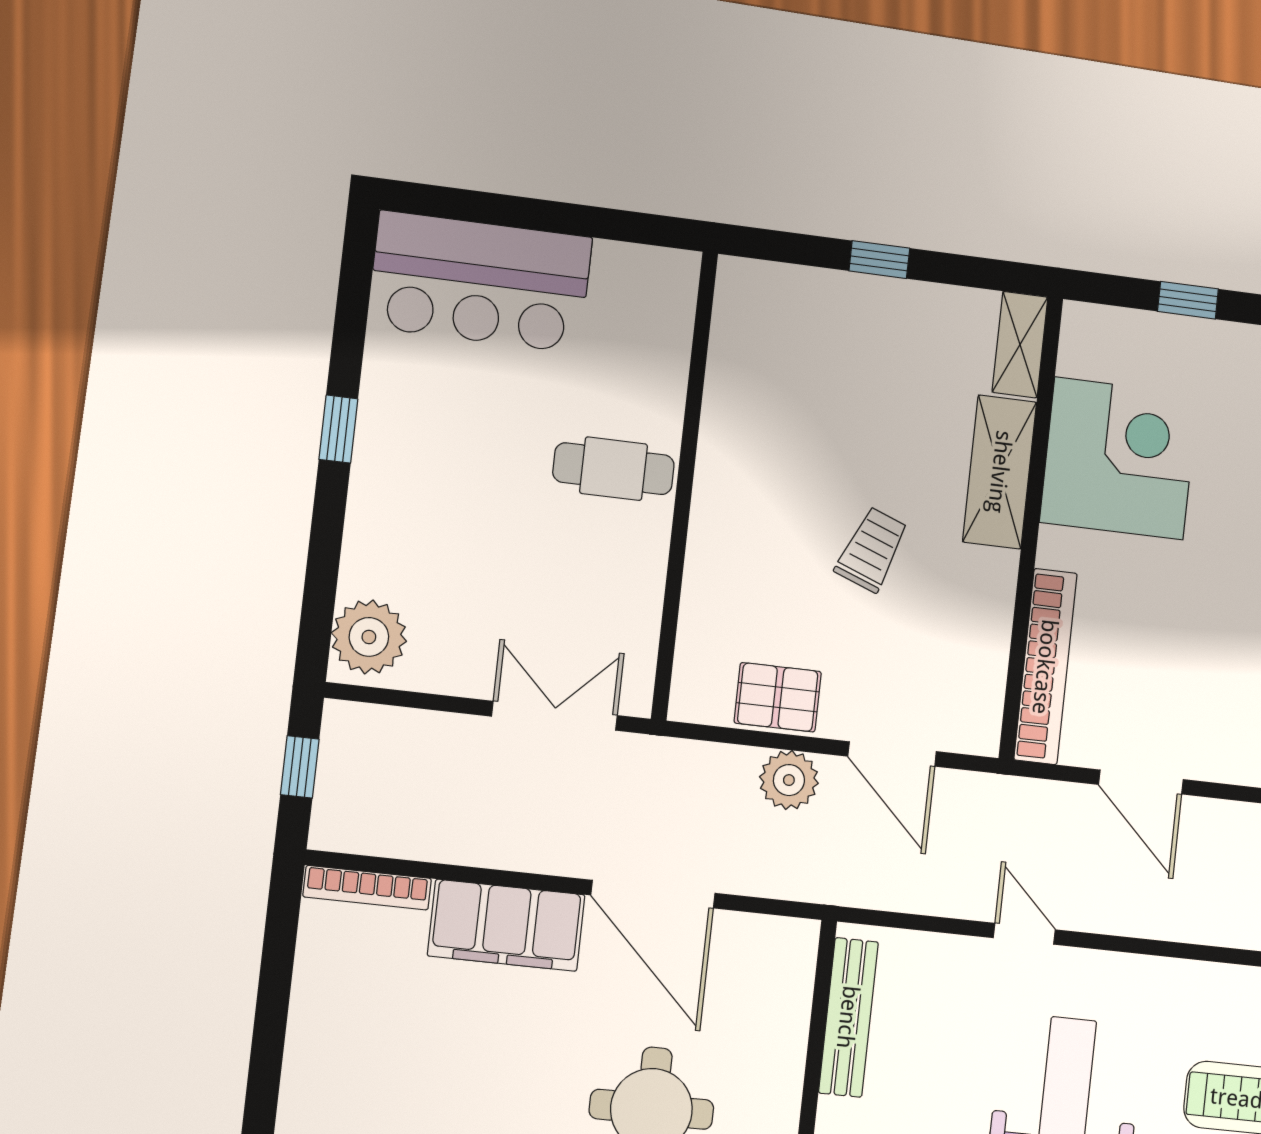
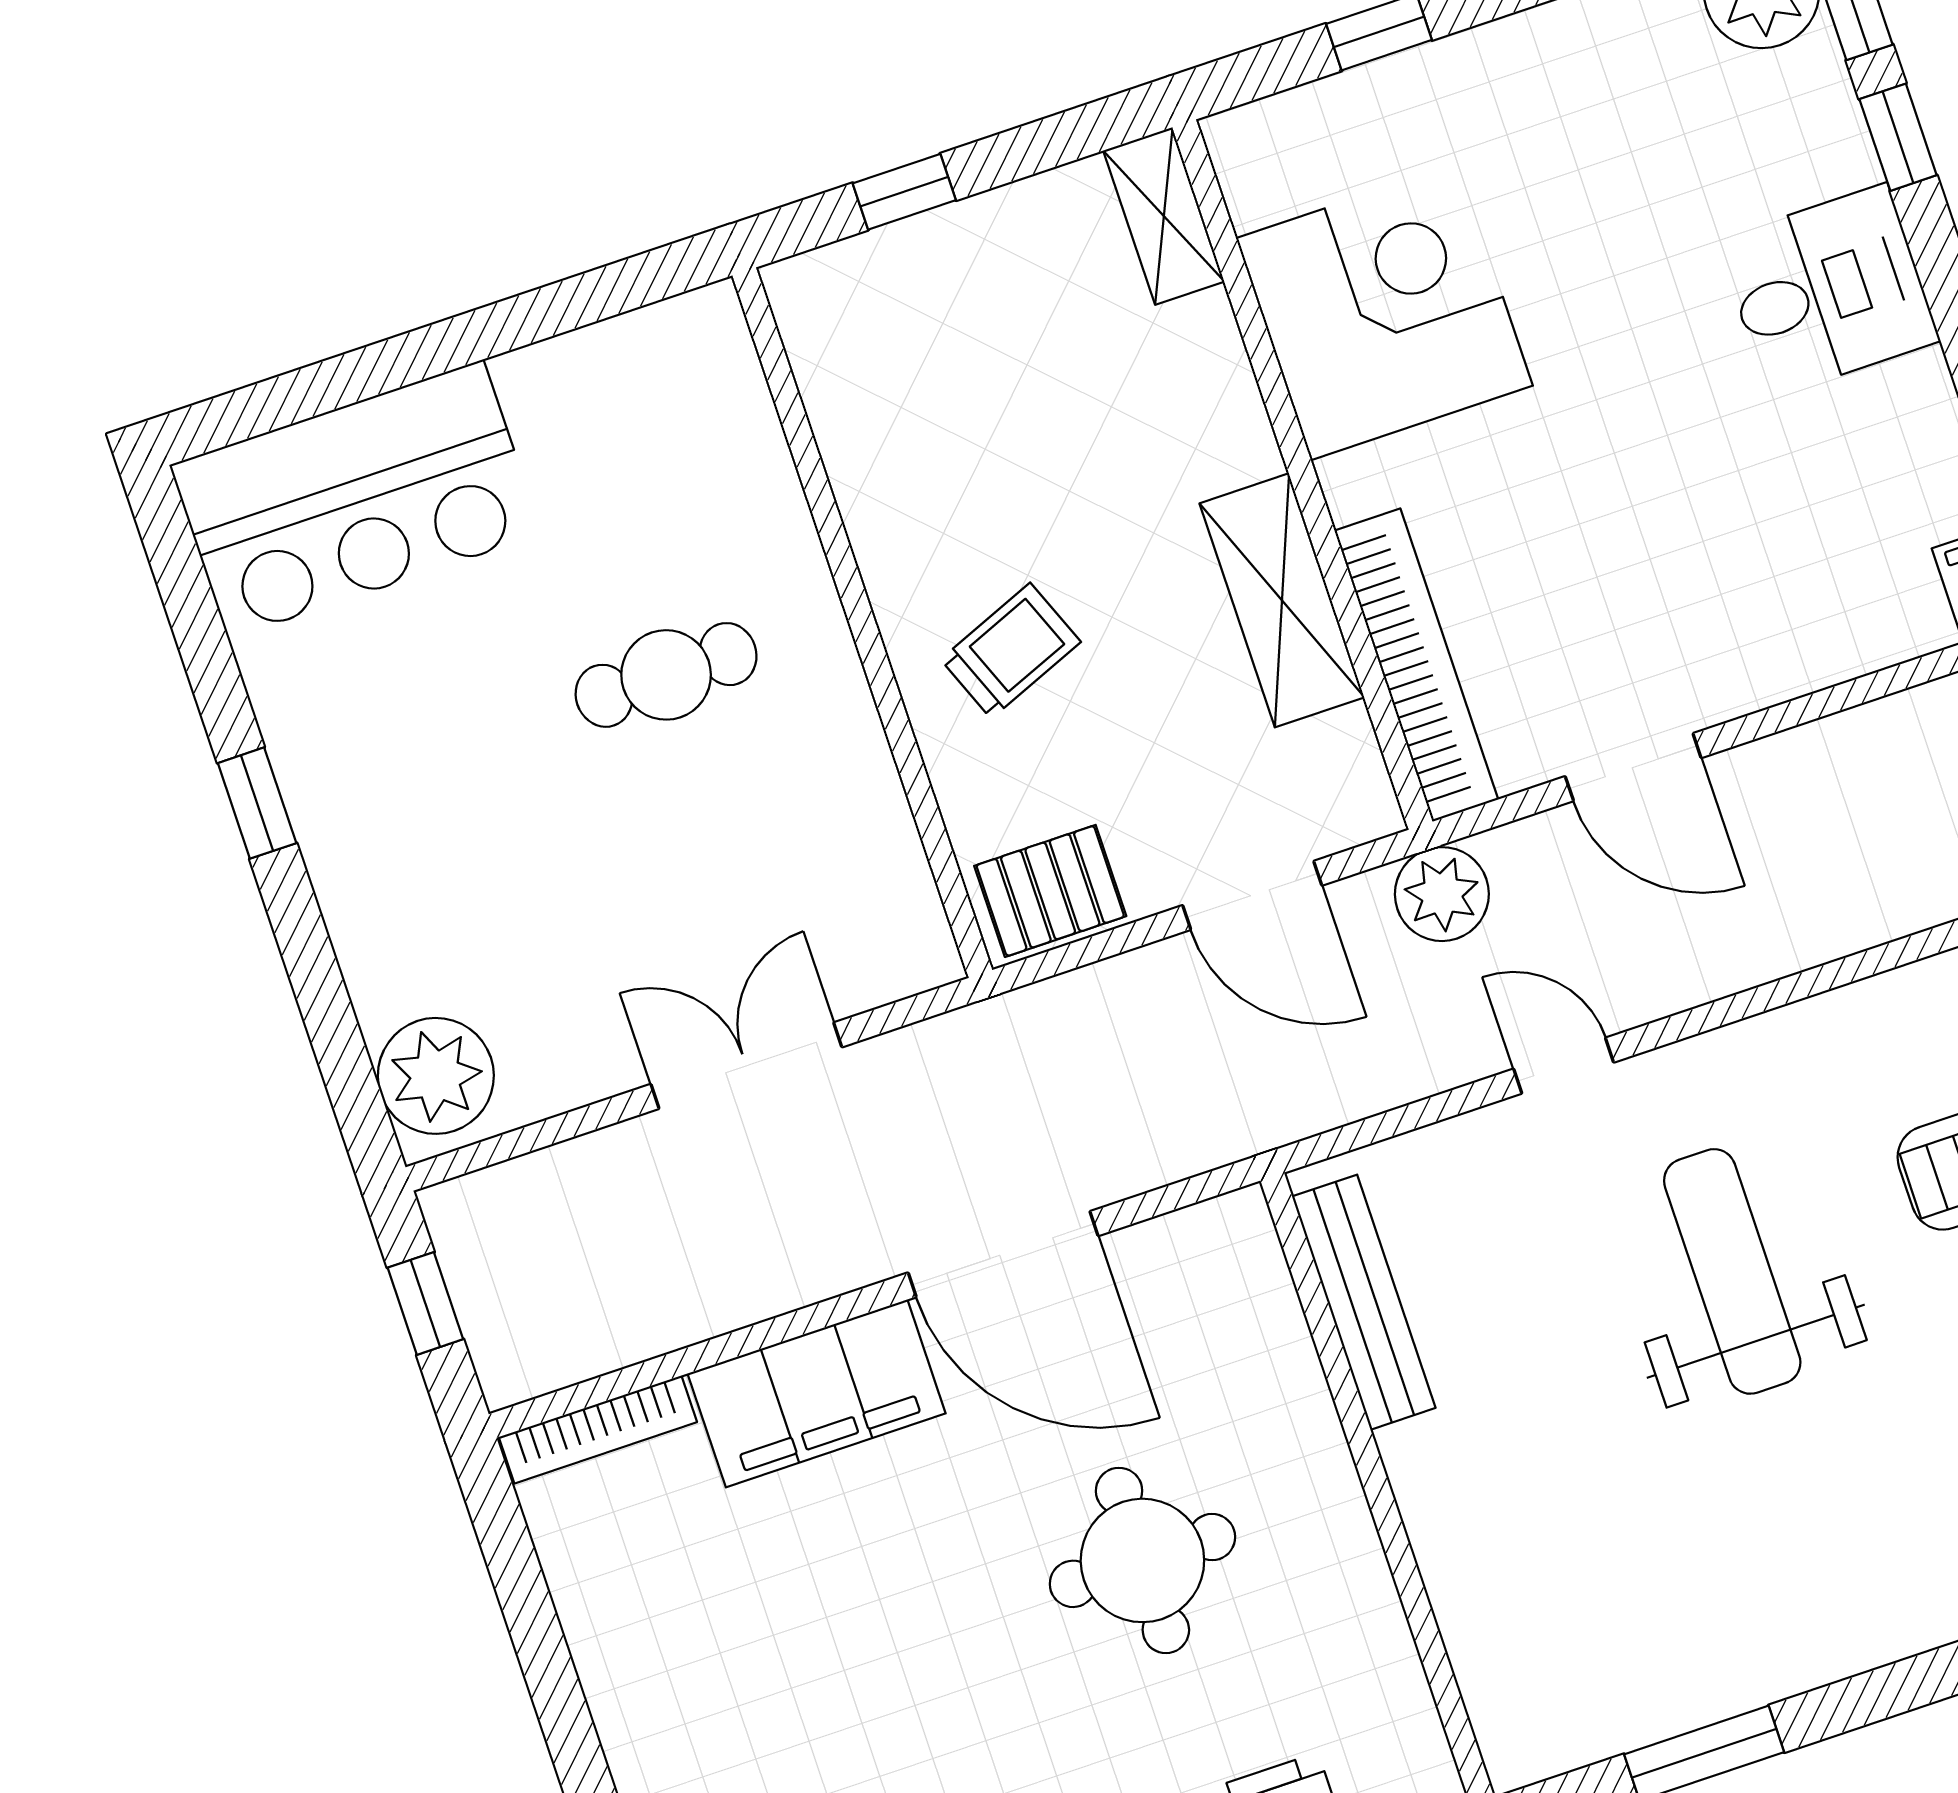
shelving: (1000, 472) -> (1282, 600), moved
wall: (684, 486) -> (862, 623), moved
trolley: (872, 549) -> (1011, 651), moved, turned 47
plant: (789, 780) -> (1442, 894), moved

